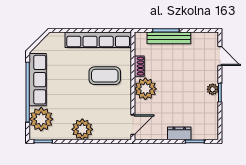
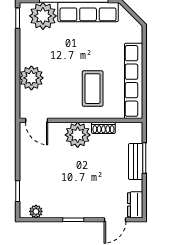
bench: (169, 38) -> (136, 162), width x0.73
plant: (213, 89) -> (36, 211), moved
plant: (82, 129) -> (31, 78), moved
dresser: (179, 133) -> (135, 205), moved, turned 180

